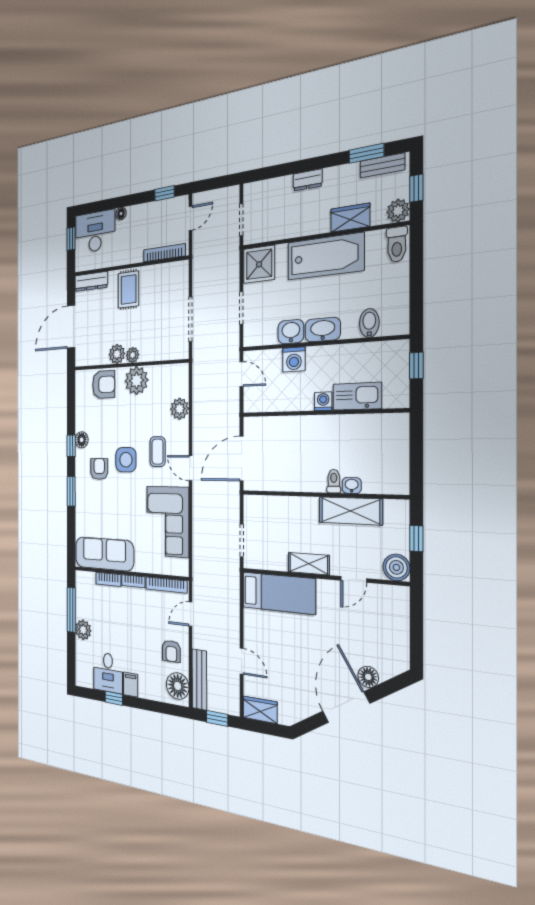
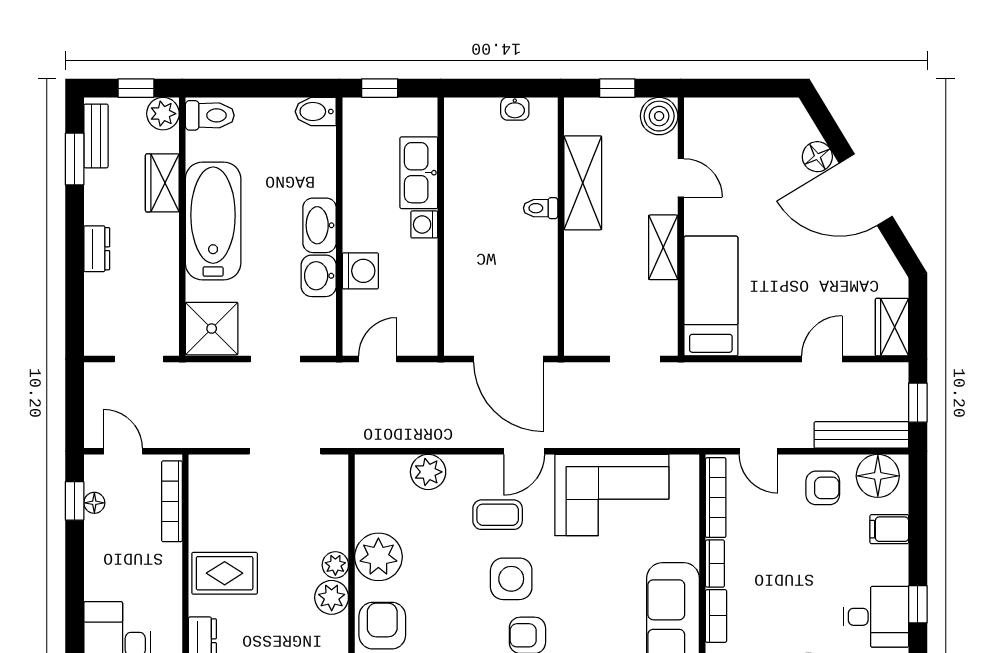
floor lamp: (121, 214) -> (94, 503), moved
bidet: (369, 323) -> (316, 112), moved
washbasin: (352, 485) -> (515, 109), moved, turned -90
filing cabinet: (131, 685) -> (889, 529), moved

